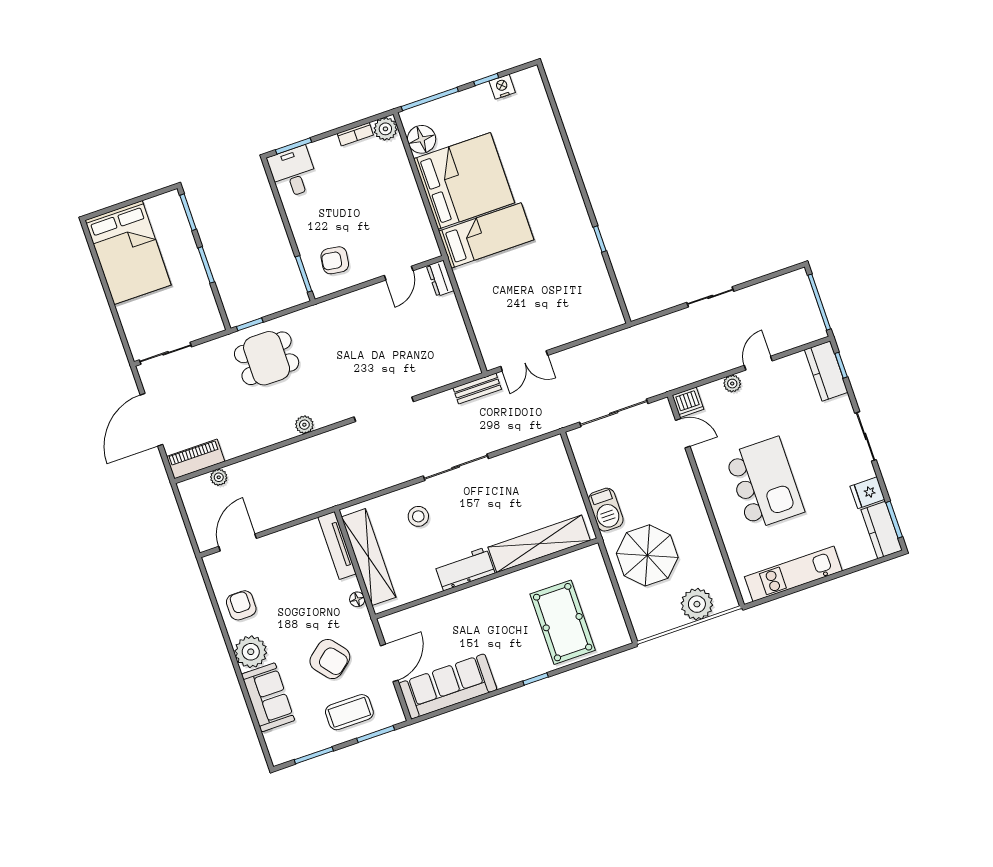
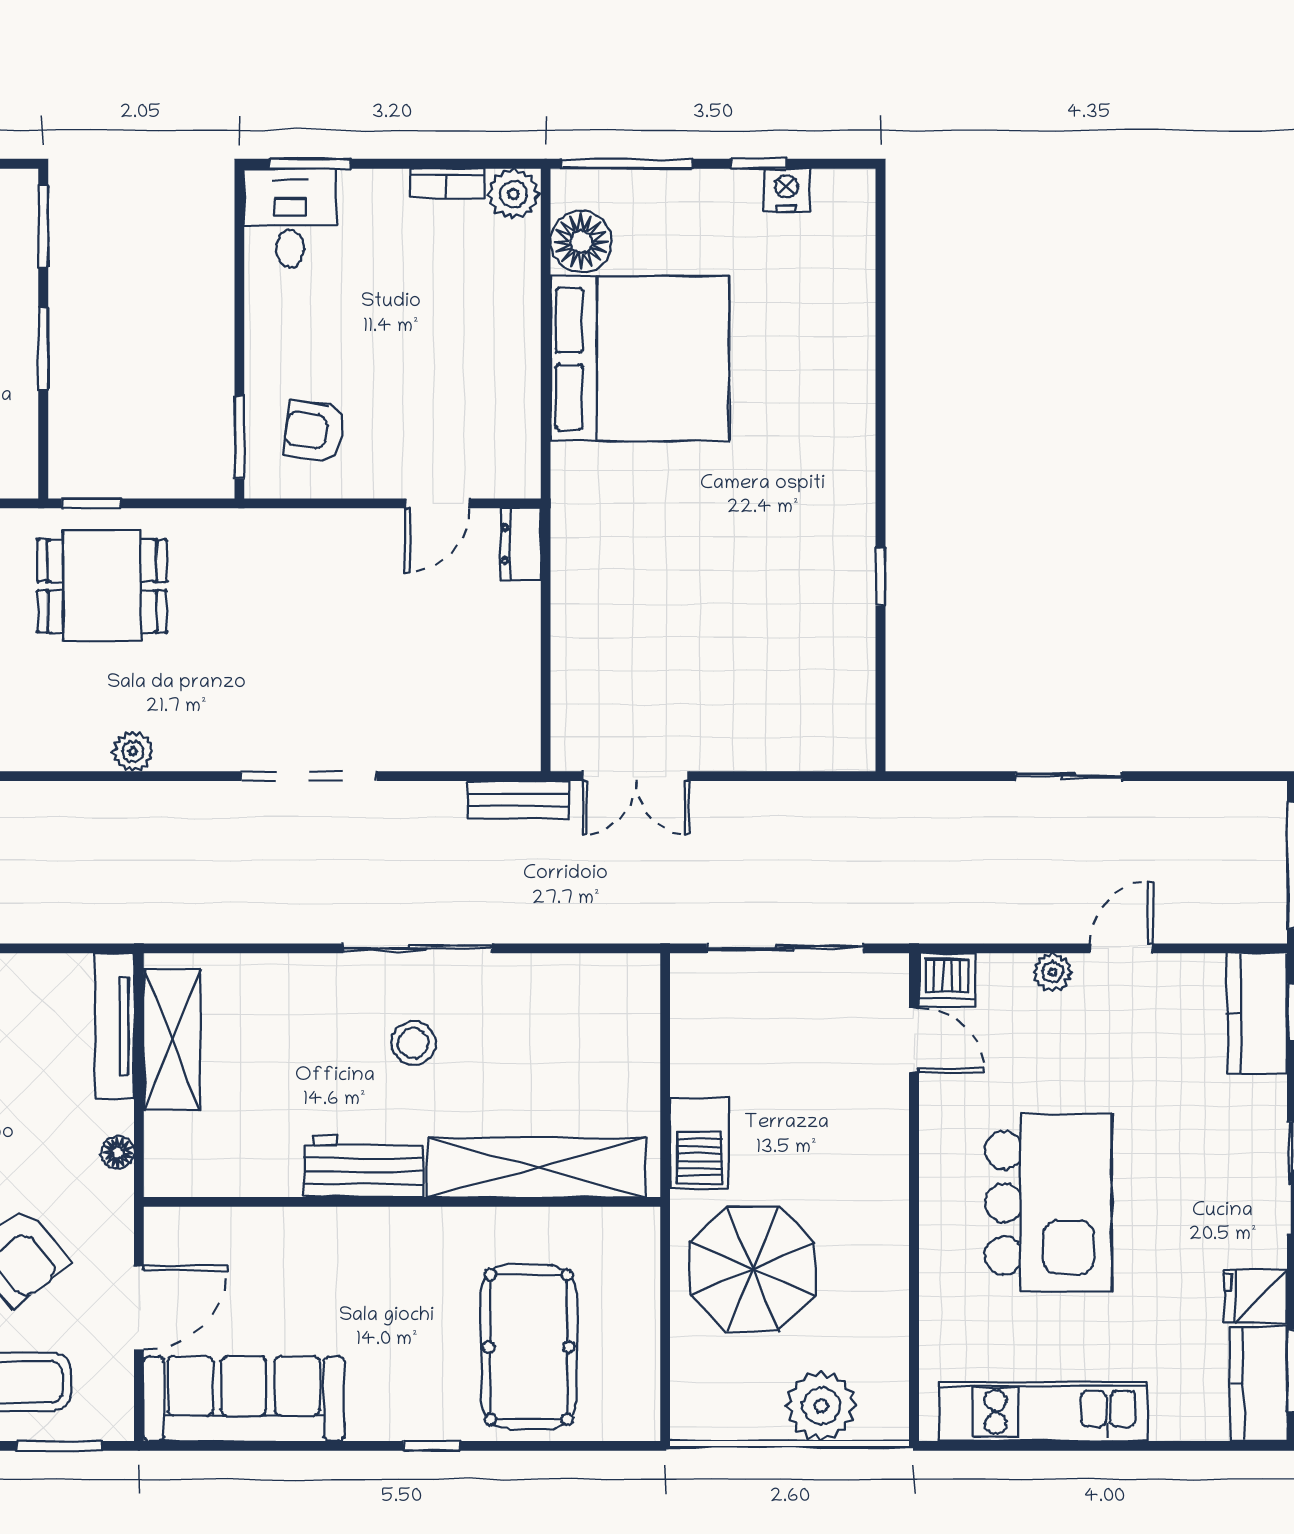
bed: (486, 235) -> (647, 488), removed
stool: (418, 516) -> (413, 1043), moved
shelving: (369, 557) -> (172, 1040), width x0.68

